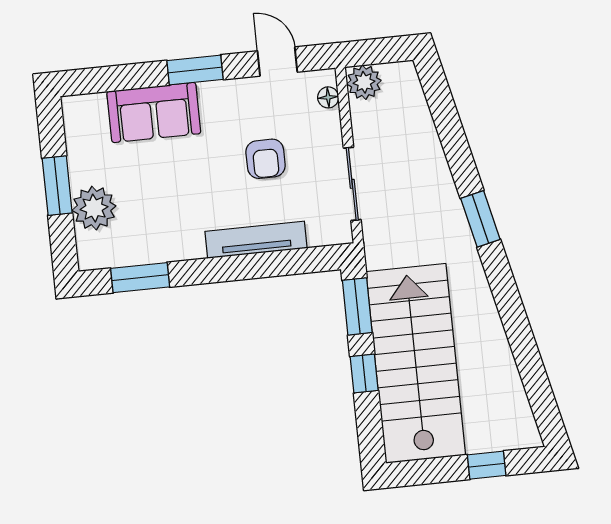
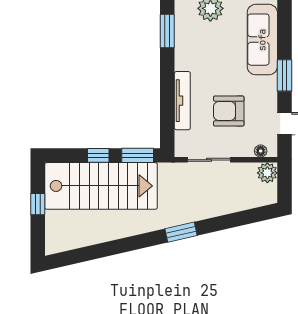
sofa: (154, 112) -> (262, 40), width x1.36
armchair: (266, 159) -> (229, 111), width x1.38, depth x1.38
window: (487, 465) -> (38, 204), moved

